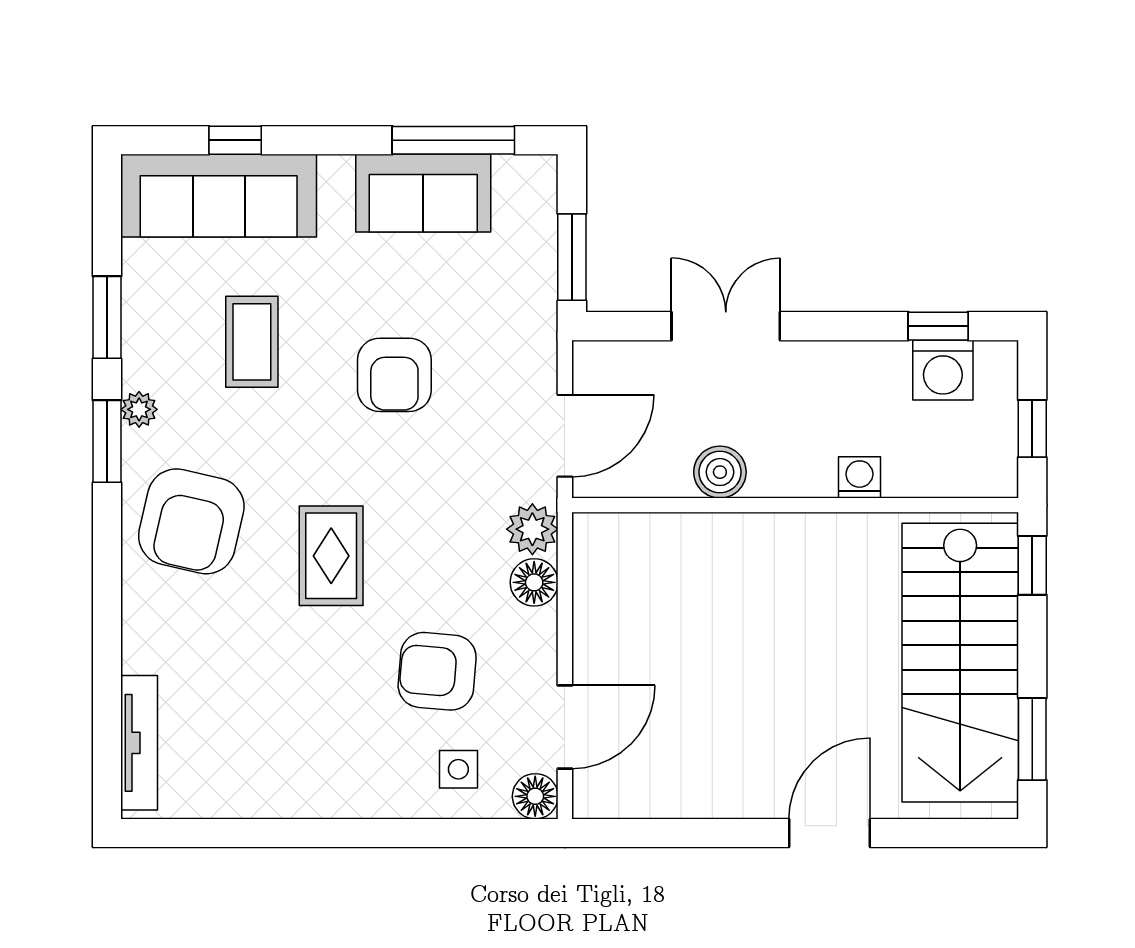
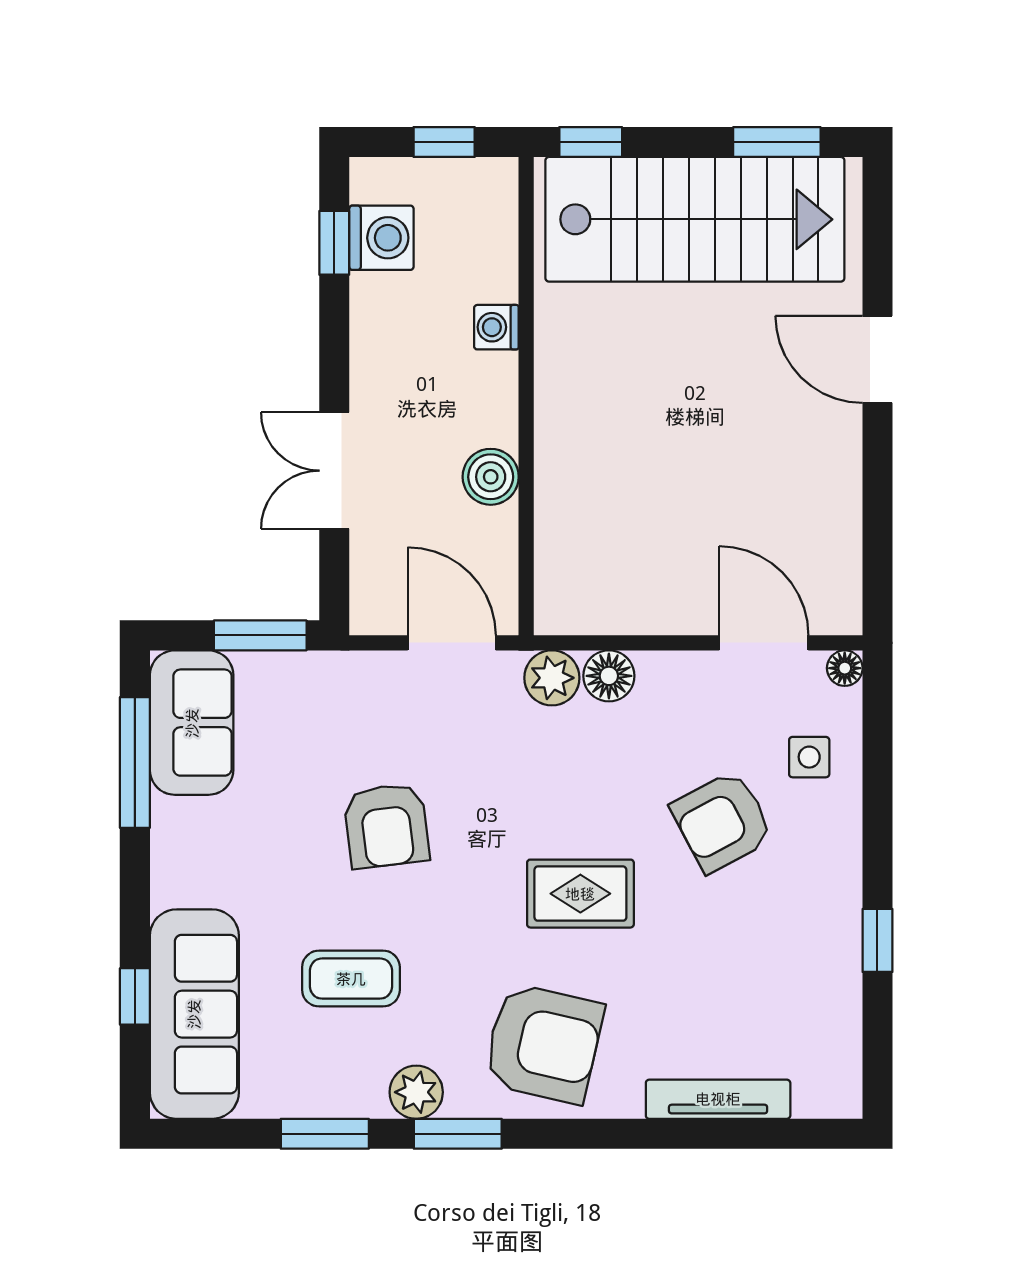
sofa: (423, 193) -> (192, 723), moved
armchair: (394, 375) -> (386, 826), turned 83
plant: (139, 409) -> (416, 1092), width x1.38, depth x1.38
armchair: (437, 671) -> (722, 822), moved, turned 57
tv unit: (139, 743) -> (718, 1099), moved
floor lamp: (535, 796) -> (845, 668), width x0.73, depth x0.73
window: (287, 833) -> (877, 940), added

